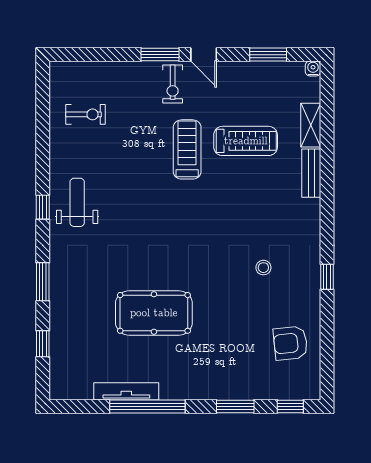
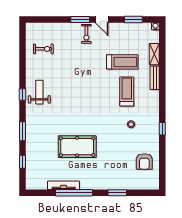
treadmill: (187, 149) -> (127, 91), moved
armchair: (290, 343) -> (144, 161), turned -84
window: (290, 407) -> (144, 193), removed

